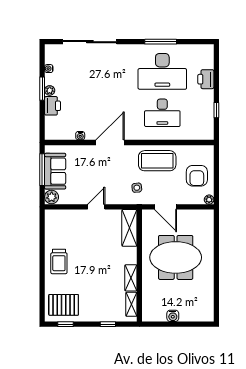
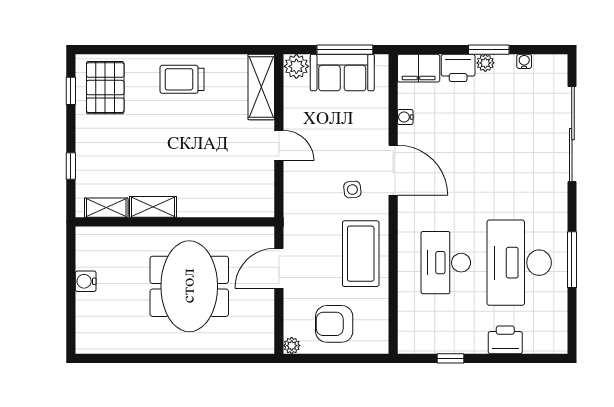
filing cabinet: (53, 128) -> (419, 68), added
side table: (137, 188) -> (352, 190), moved
shelving: (129, 228) -> (261, 87), moved, turned 90

